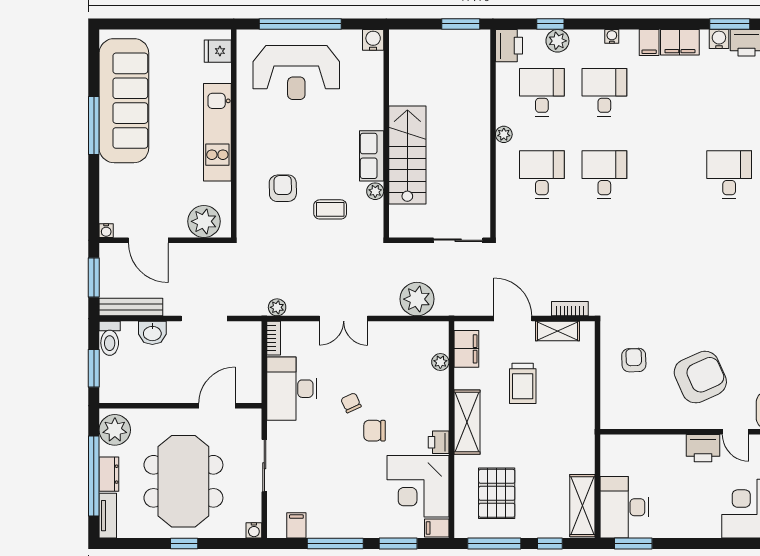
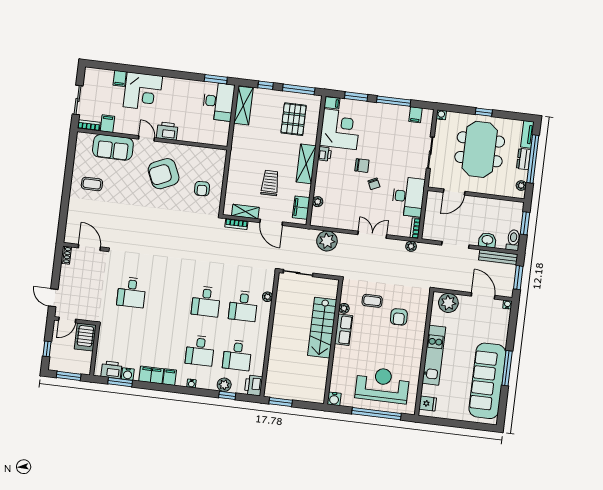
plant: (504, 134) -> (268, 297), moved
plant: (115, 430) -> (521, 186), width x0.53, depth x0.53

